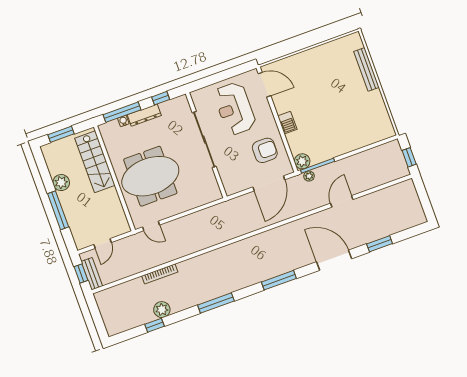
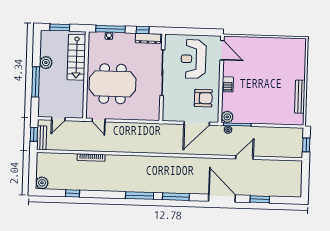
bench: (366, 69) -> (300, 97), moved
dresser: (144, 115) -> (148, 38), moved
window: (216, 303) -> (140, 195), moved
plant: (162, 310) -> (42, 183), moved

